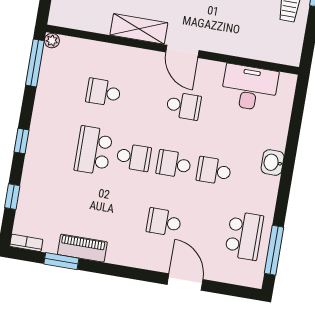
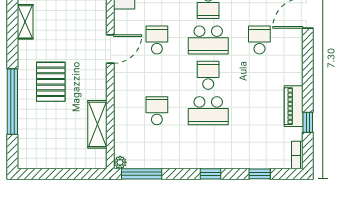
shelving: (139, 29) -> (97, 124), moved
school desk: (103, 92) -> (157, 111), turned 180
school desk: (174, 164) -> (208, 40), width x1.85
school desk: (164, 222) -> (259, 40), turned 180
window: (61, 261) -> (308, 122), width x0.67

